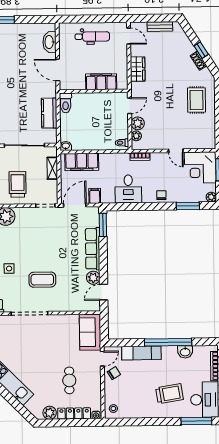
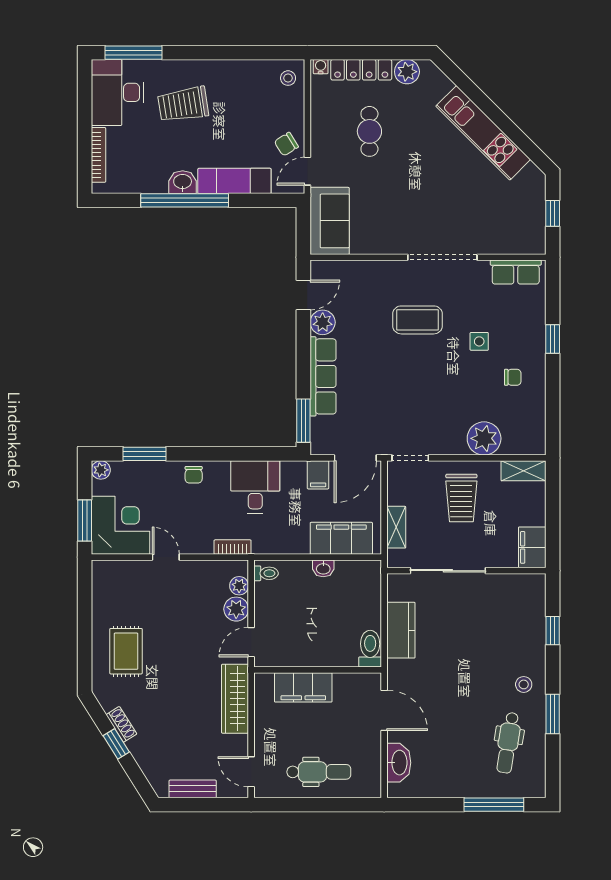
dental chair: (92, 37) -> (319, 772), turned 180
wardrobe: (138, 69) -> (235, 699), width x1.50
washbasin: (66, 146) -> (323, 568), moved
washbasin: (185, 352) -> (183, 182), moved

